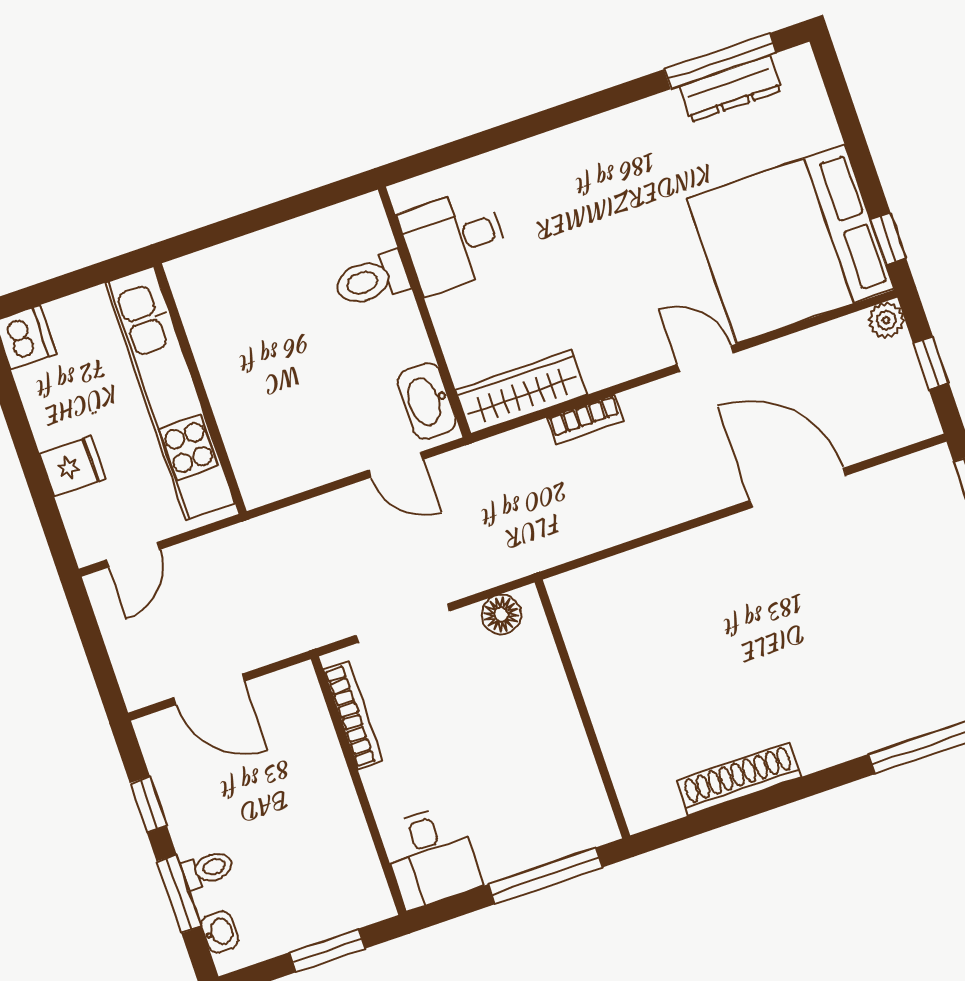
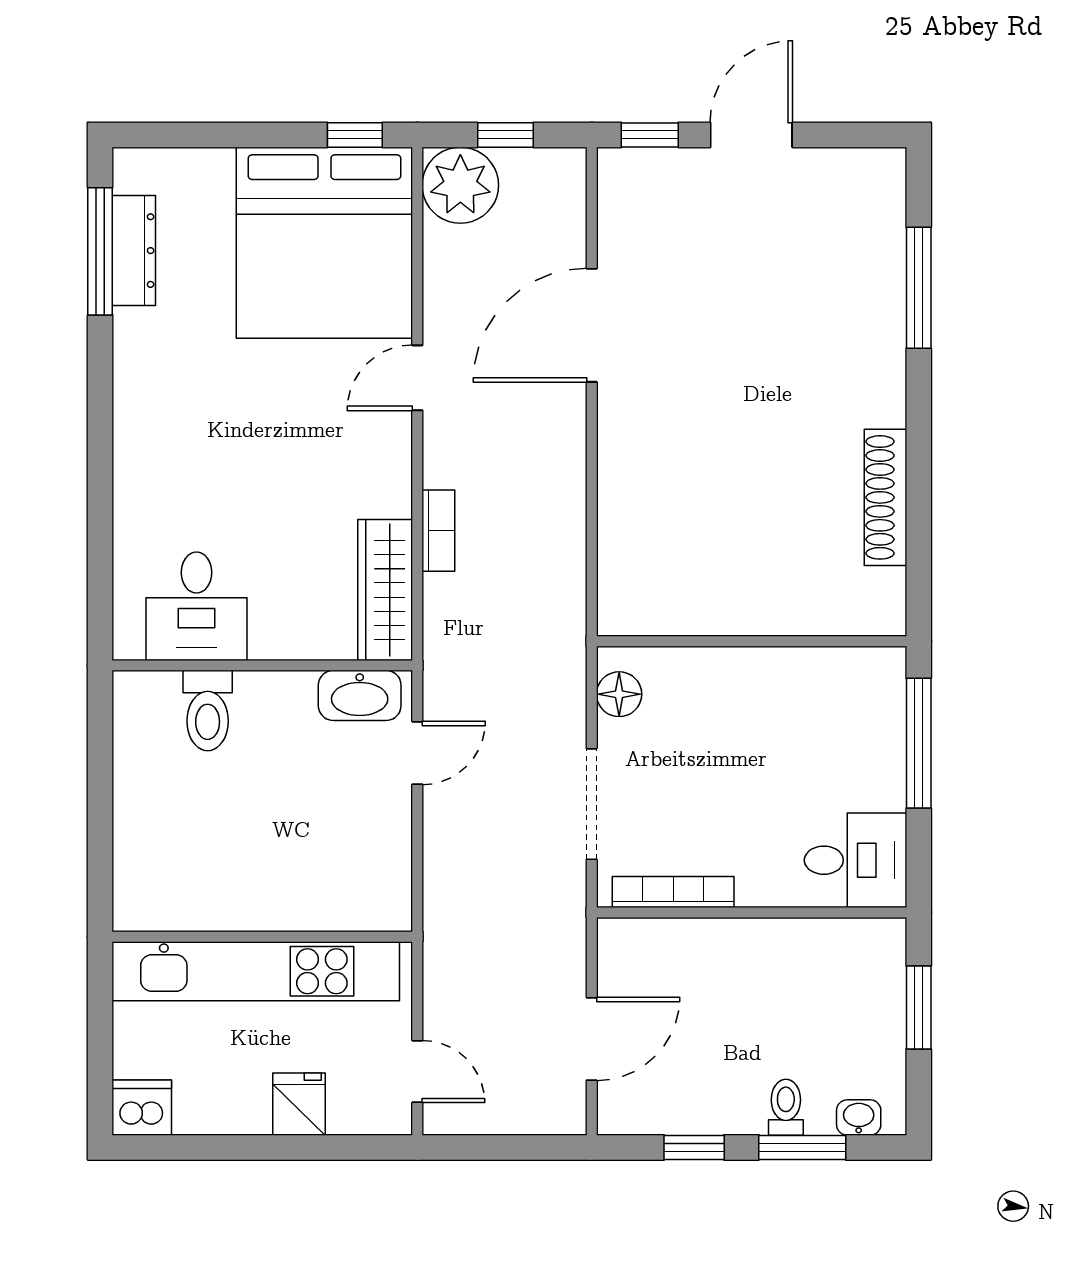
plant: (886, 320) -> (460, 185), width x1.88, depth x1.88

